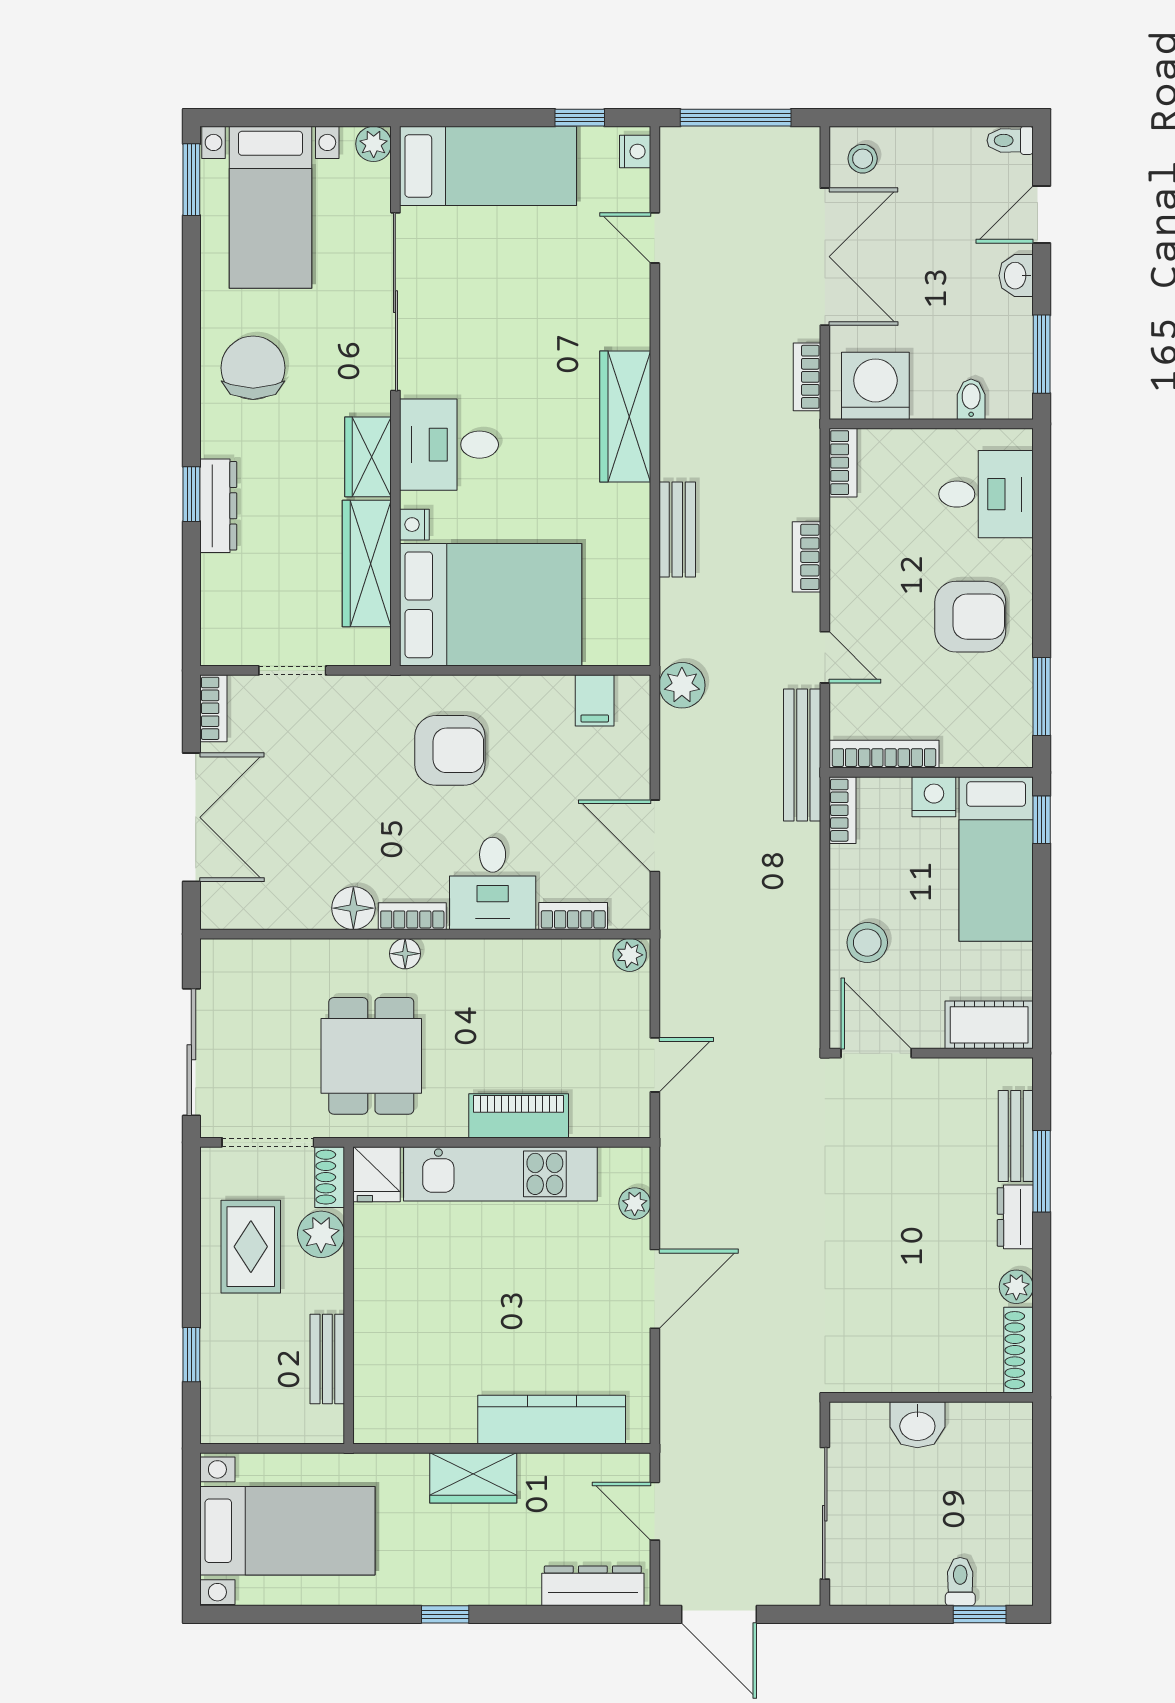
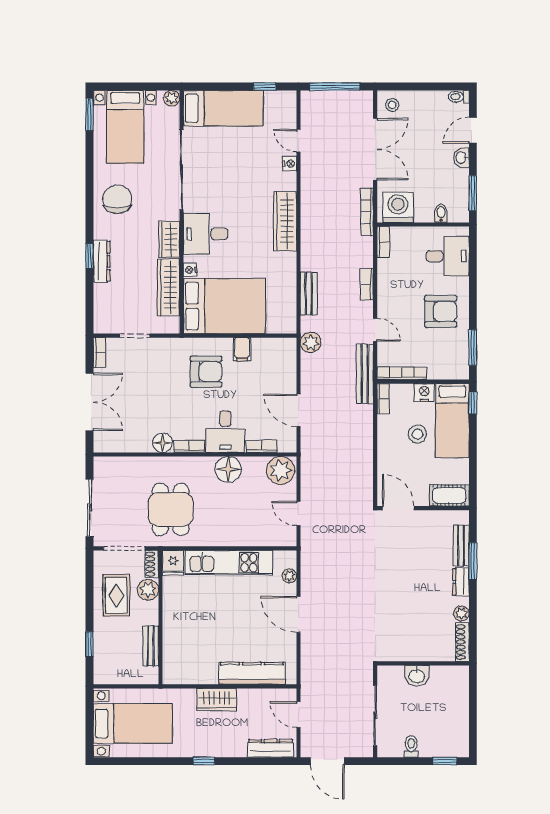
nightstand: (635, 151) -> (290, 164), moved
bookcase: (807, 377) -> (367, 212), width x1.56
bench: (677, 530) -> (309, 294), moved
filing cabinet: (595, 700) -> (242, 349), moved
stool: (867, 943) -> (417, 434), moved
floor lamp: (405, 954) -> (228, 469), moved, width x1.89, depth x1.89
plant: (630, 955) -> (281, 470), width x1.88, depth x1.88
door: (655, 1065) -> (298, 513), swing flipped
piano: (519, 1116) -> (237, 536), removed
door: (655, 1289) -> (298, 614), swing flipped
toilet: (960, 1582) -> (411, 746), moved

